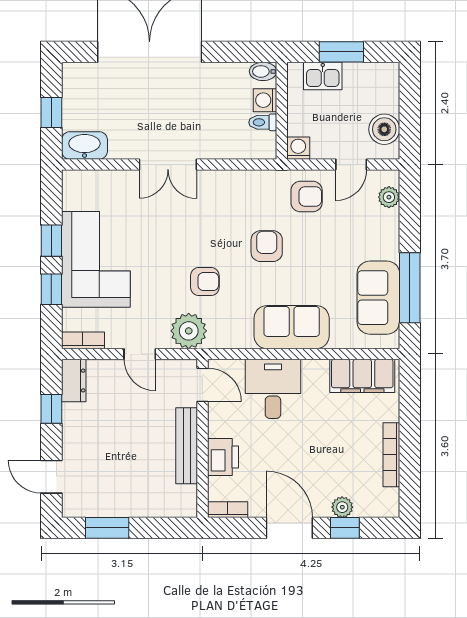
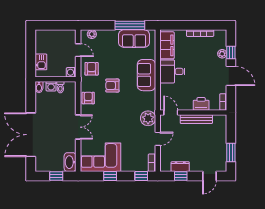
window: (341, 52) -> (31, 54), removed
boiler: (384, 129) -> (63, 36), removed
corner sofa: (96, 259) -> (100, 157), moved
armchair: (205, 282) -> (88, 98), moved
window: (51, 289) -> (141, 176), moved
dresser: (74, 381) -> (180, 167), moved
door: (202, 385) -> (171, 113), hinge flipped
desk: (273, 389) -> (172, 71), moved
door: (289, 528) -> (231, 76), swing flipped

